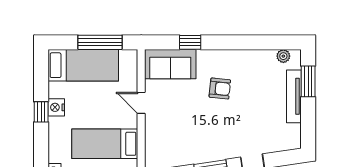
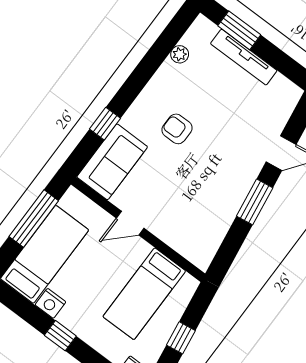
plant: (283, 56) -> (180, 54), moved
armchair: (220, 89) -> (177, 129), turned -96
nightstand: (56, 107) -> (50, 303), moved

